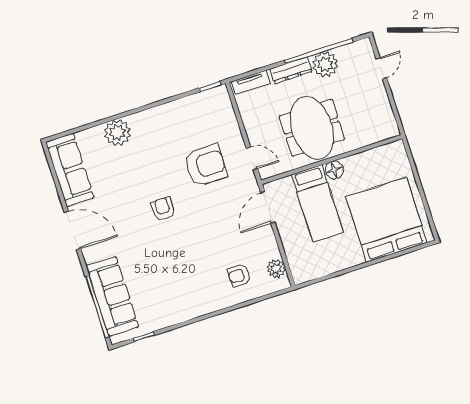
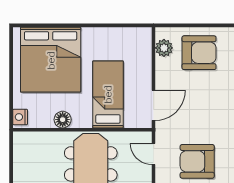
nightstand: (398, 152) -> (20, 117), added
floor lamp: (334, 170) -> (63, 120), moved
armchair: (239, 275) -> (199, 53), width x1.88, depth x1.88

